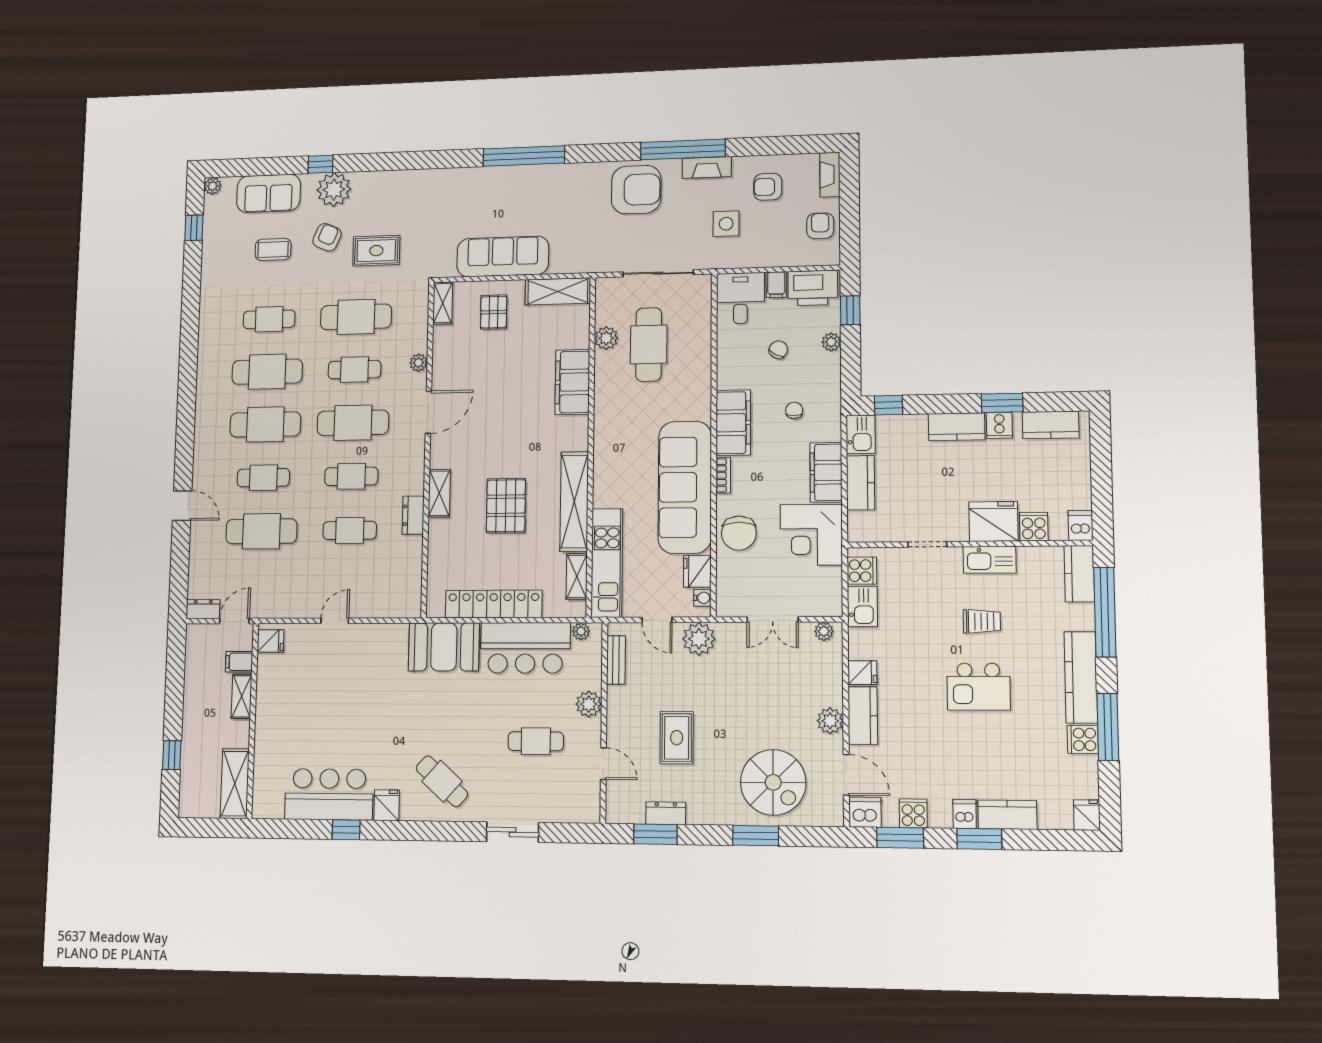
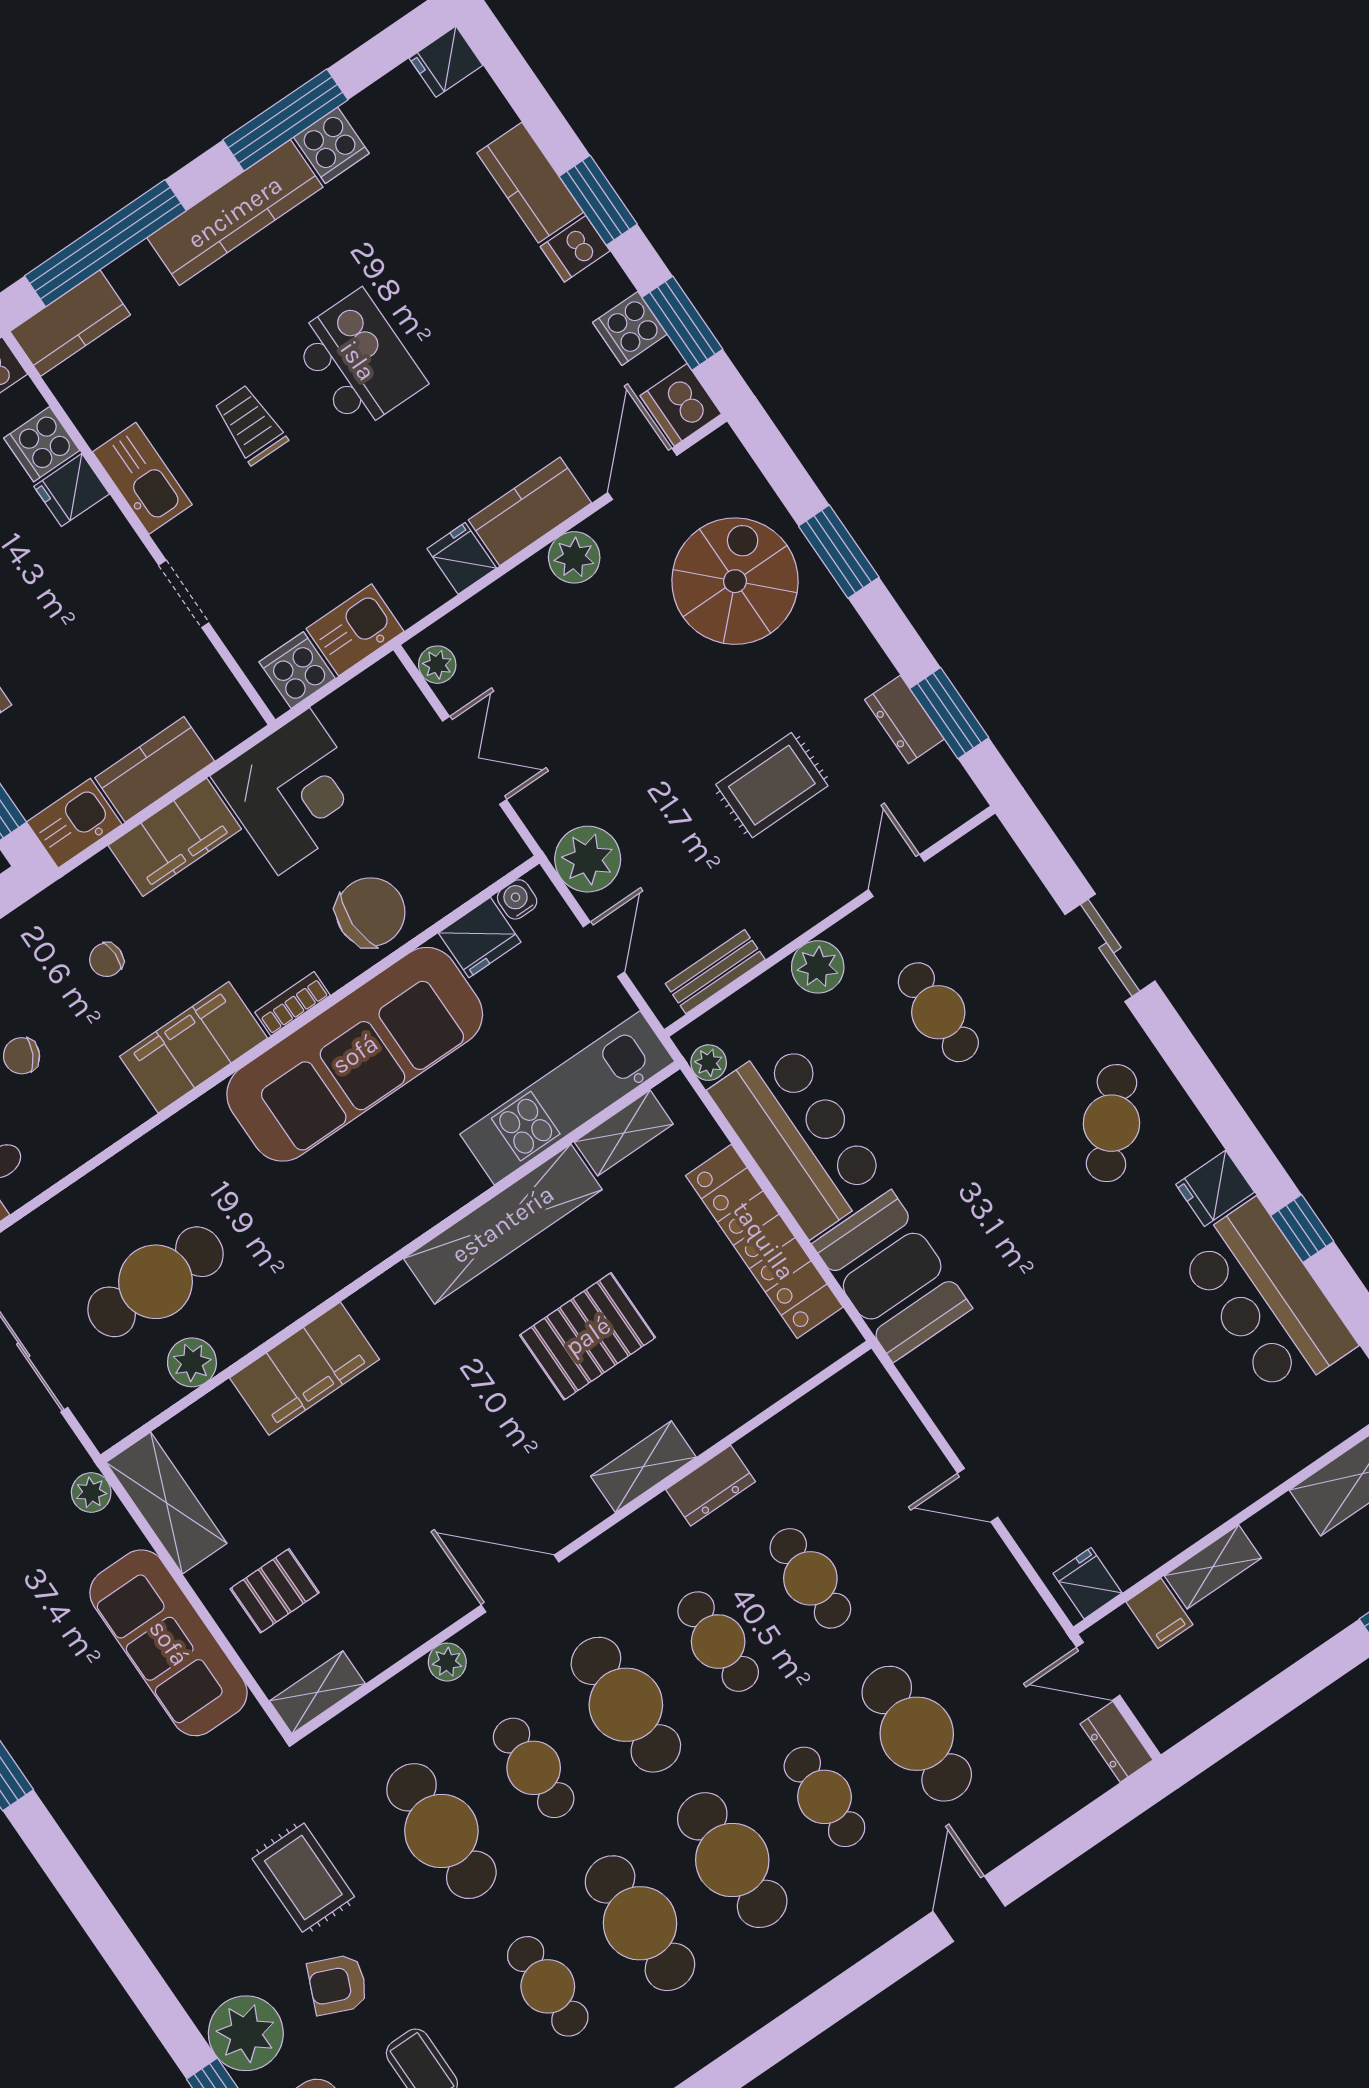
plant: (583, 264) -> (91, 1493), added
fridge: (993, 521) -> (72, 490), width x0.53, depth x0.75

